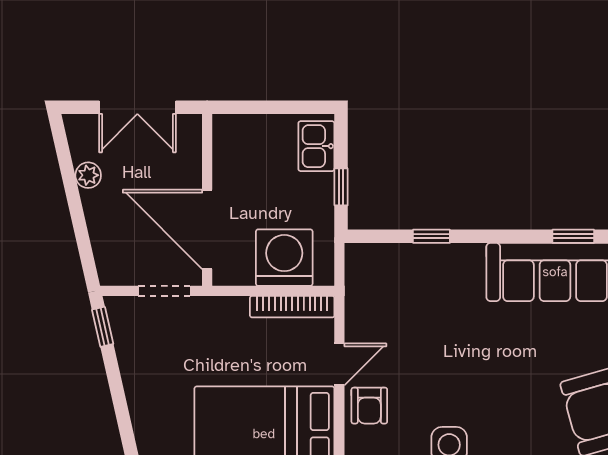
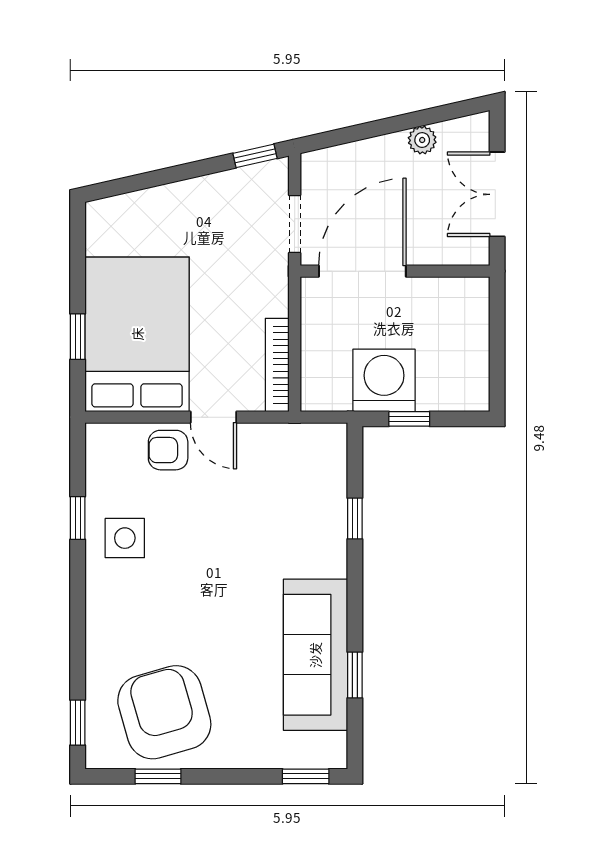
kitchen sink: (316, 146) -> (454, 392), removed
washing machine: (284, 258) -> (384, 380), moved, turned -90

